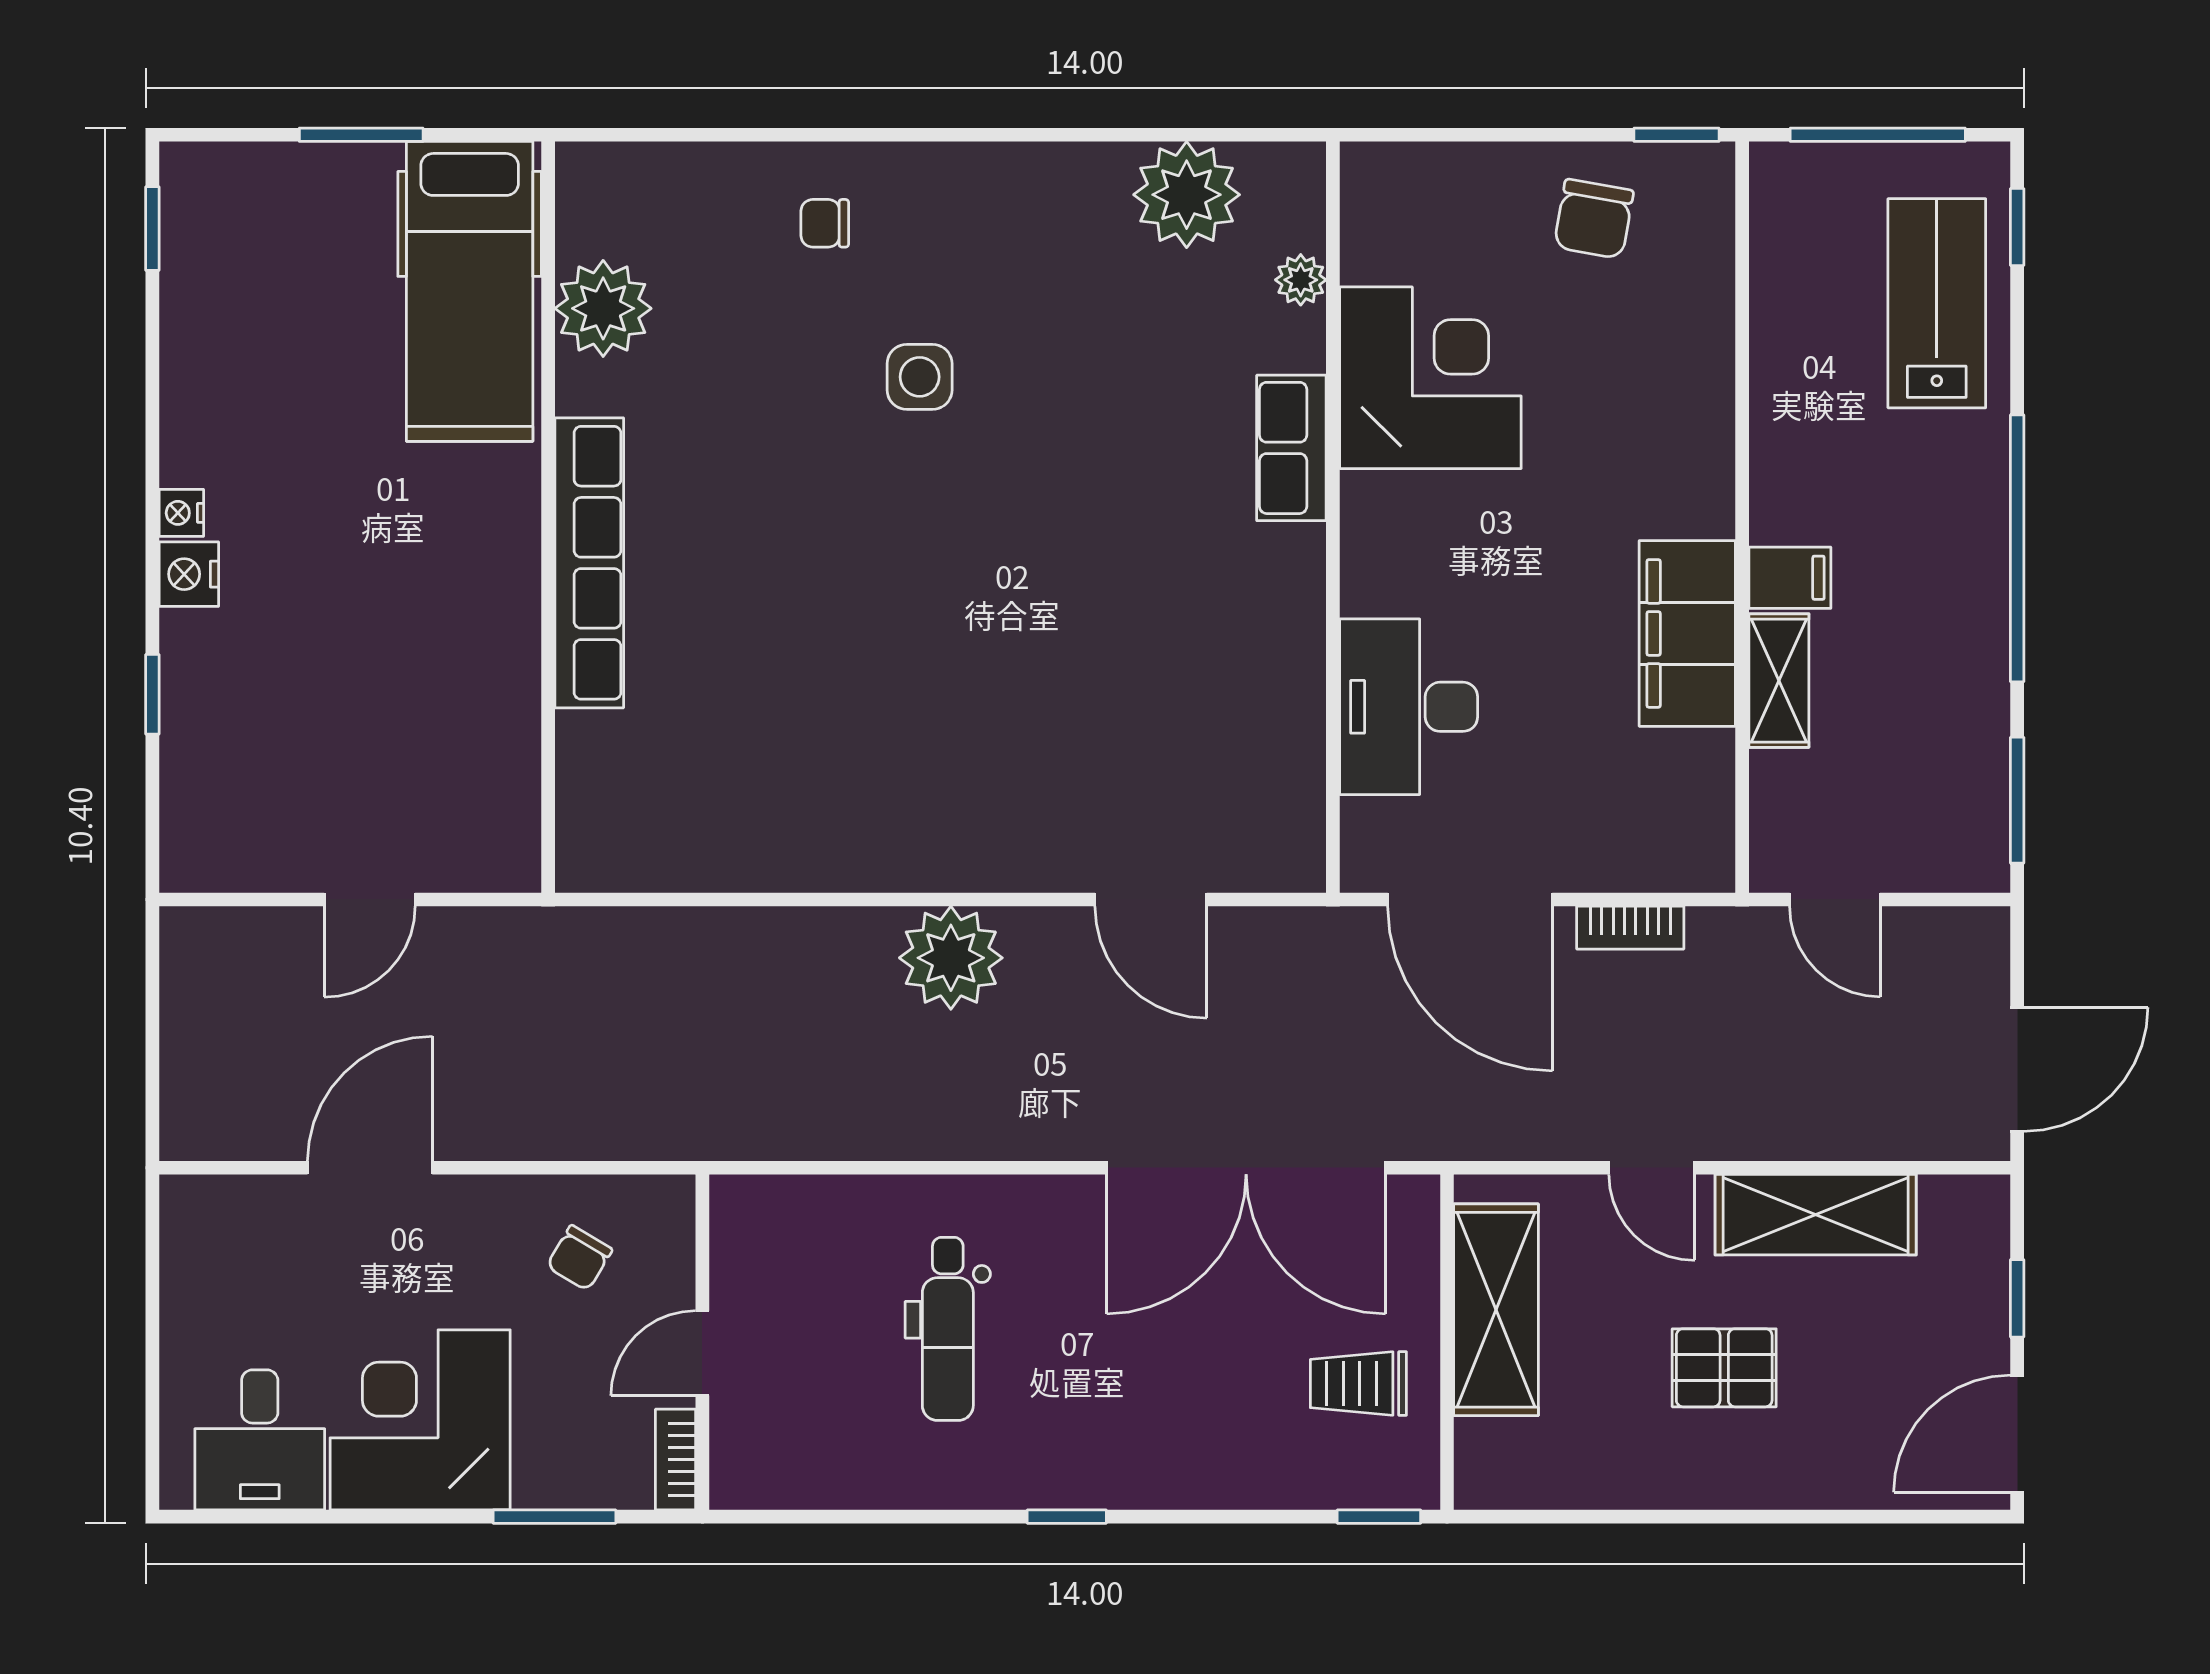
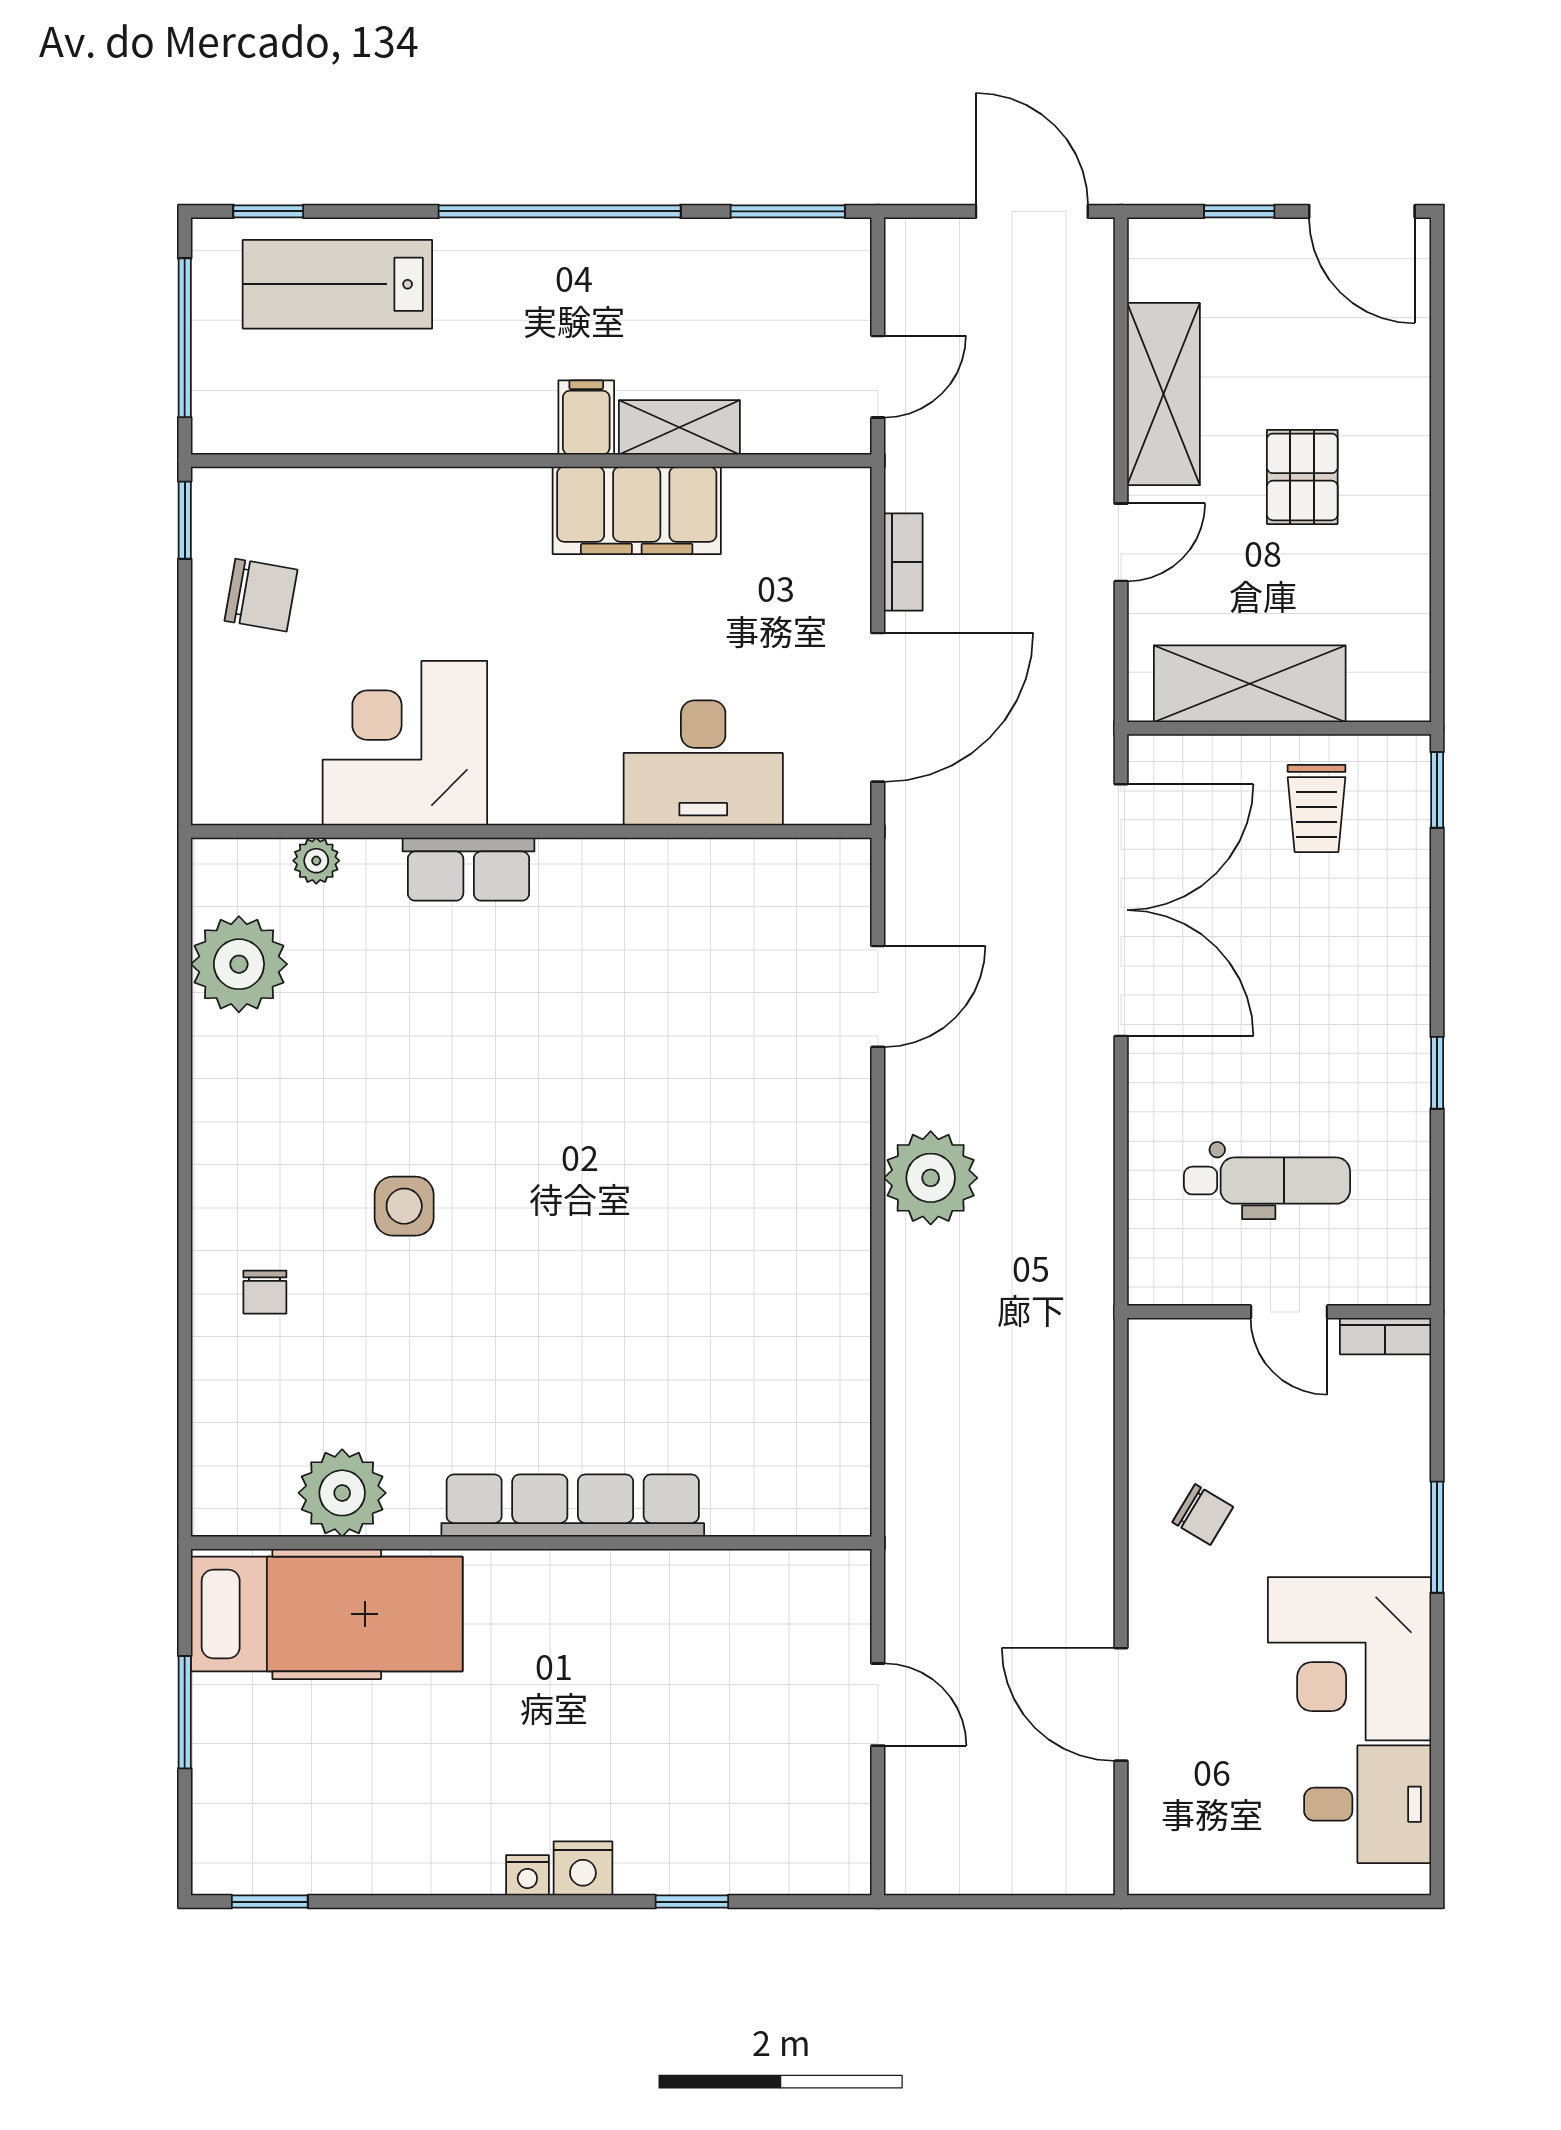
wall: (702, 1342) -> (1279, 1312), moved
door: (702, 1353) -> (1289, 1312), moved
bookcase: (676, 1460) -> (1385, 1336), moved

